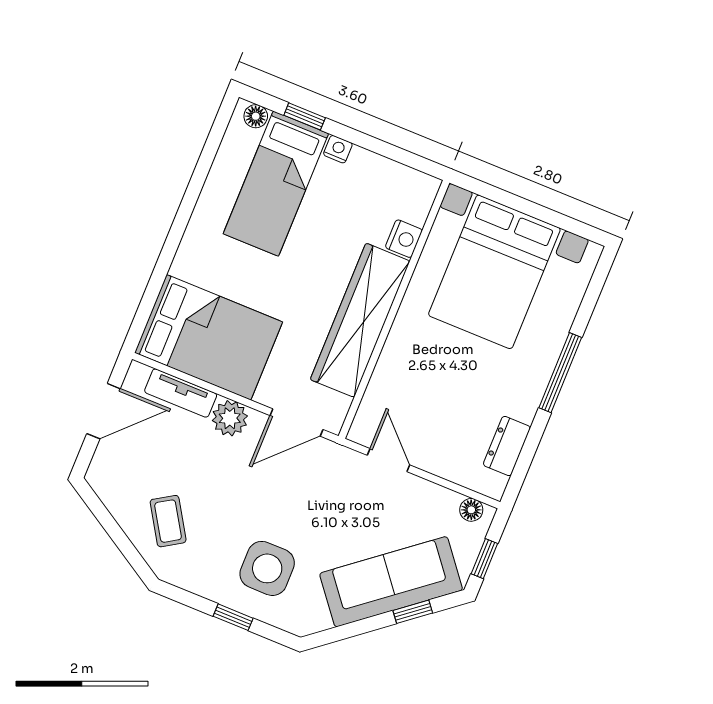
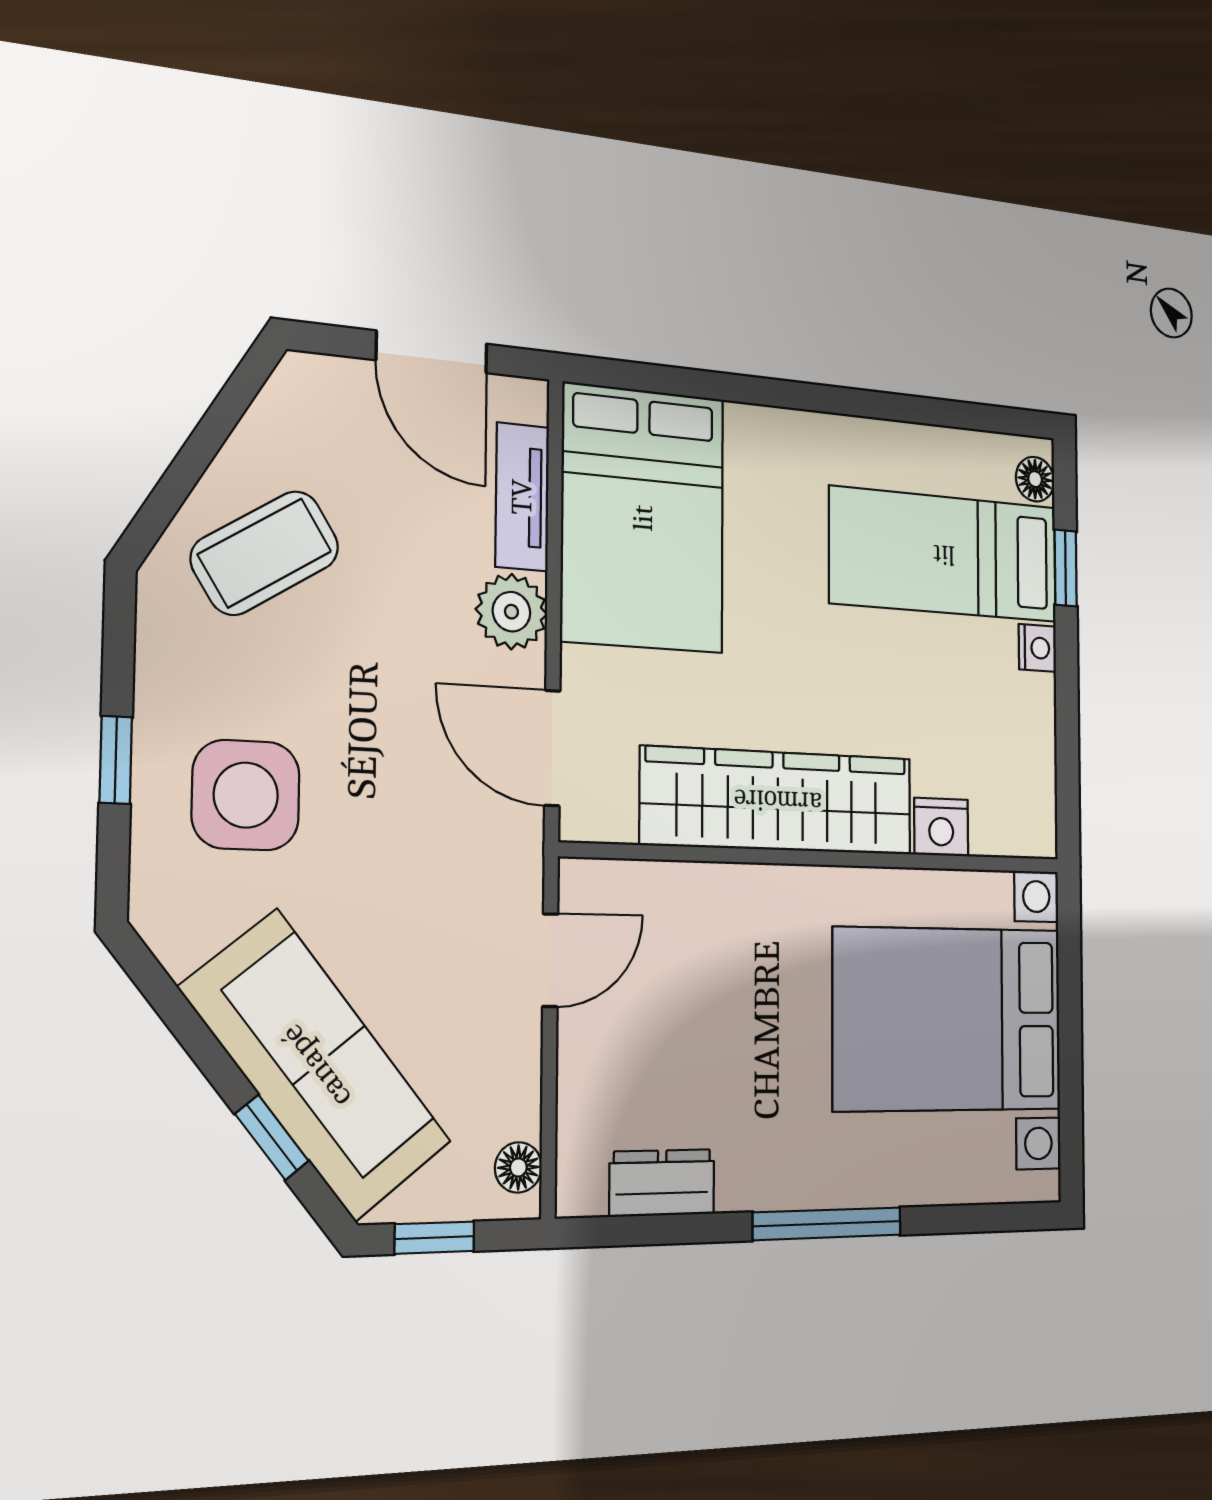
coffee table: (168, 521) -> (265, 553), width x1.36, depth x1.30

